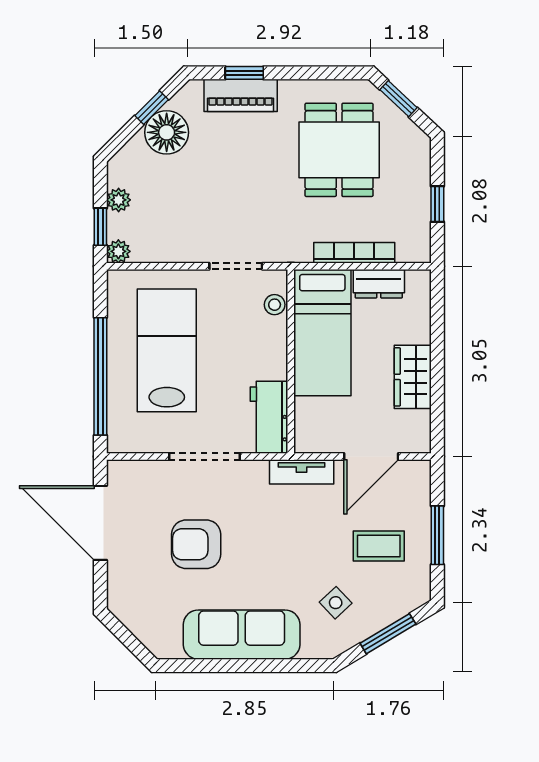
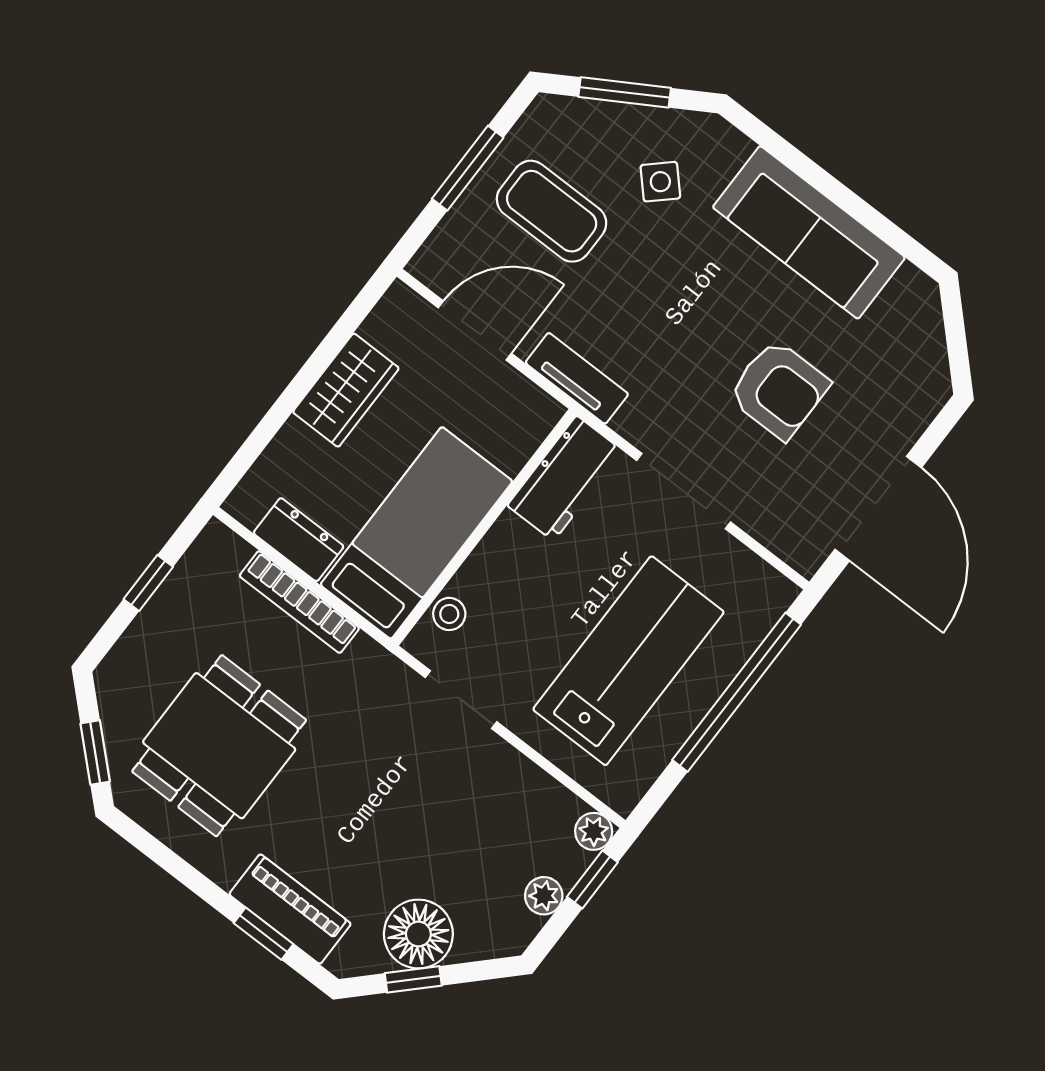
lab bench: (167, 350) -> (628, 661), turned 180
coffee table: (379, 546) -> (552, 211), width x1.36, depth x1.30

